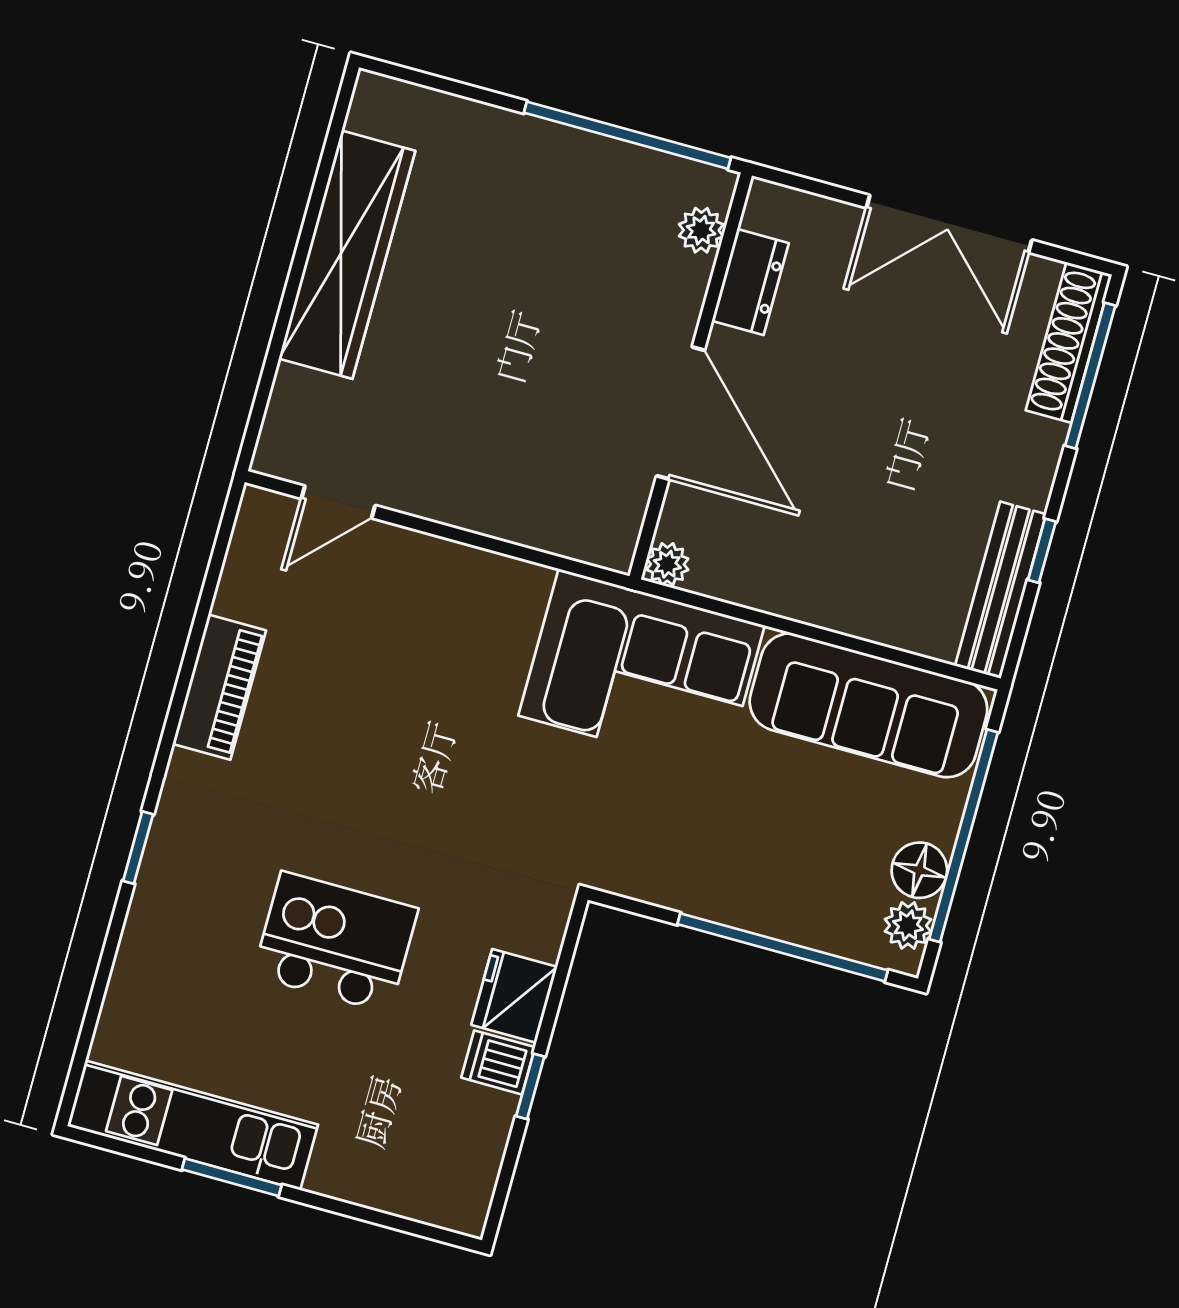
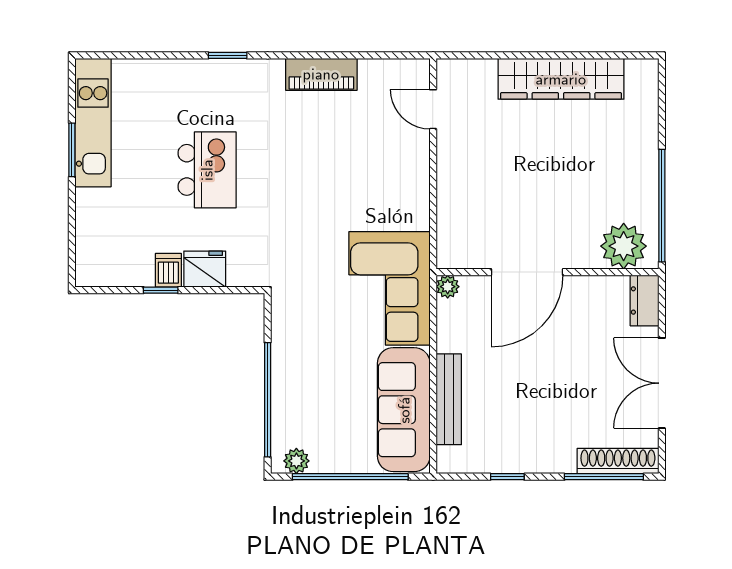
plant: (701, 230) -> (624, 246), width x1.87, depth x1.87
dresser: (750, 282) -> (644, 300), moved, turned 90
bench: (1000, 590) -> (449, 399), moved, turned 90
floor lamp: (919, 870) -> (326, 459), removed

